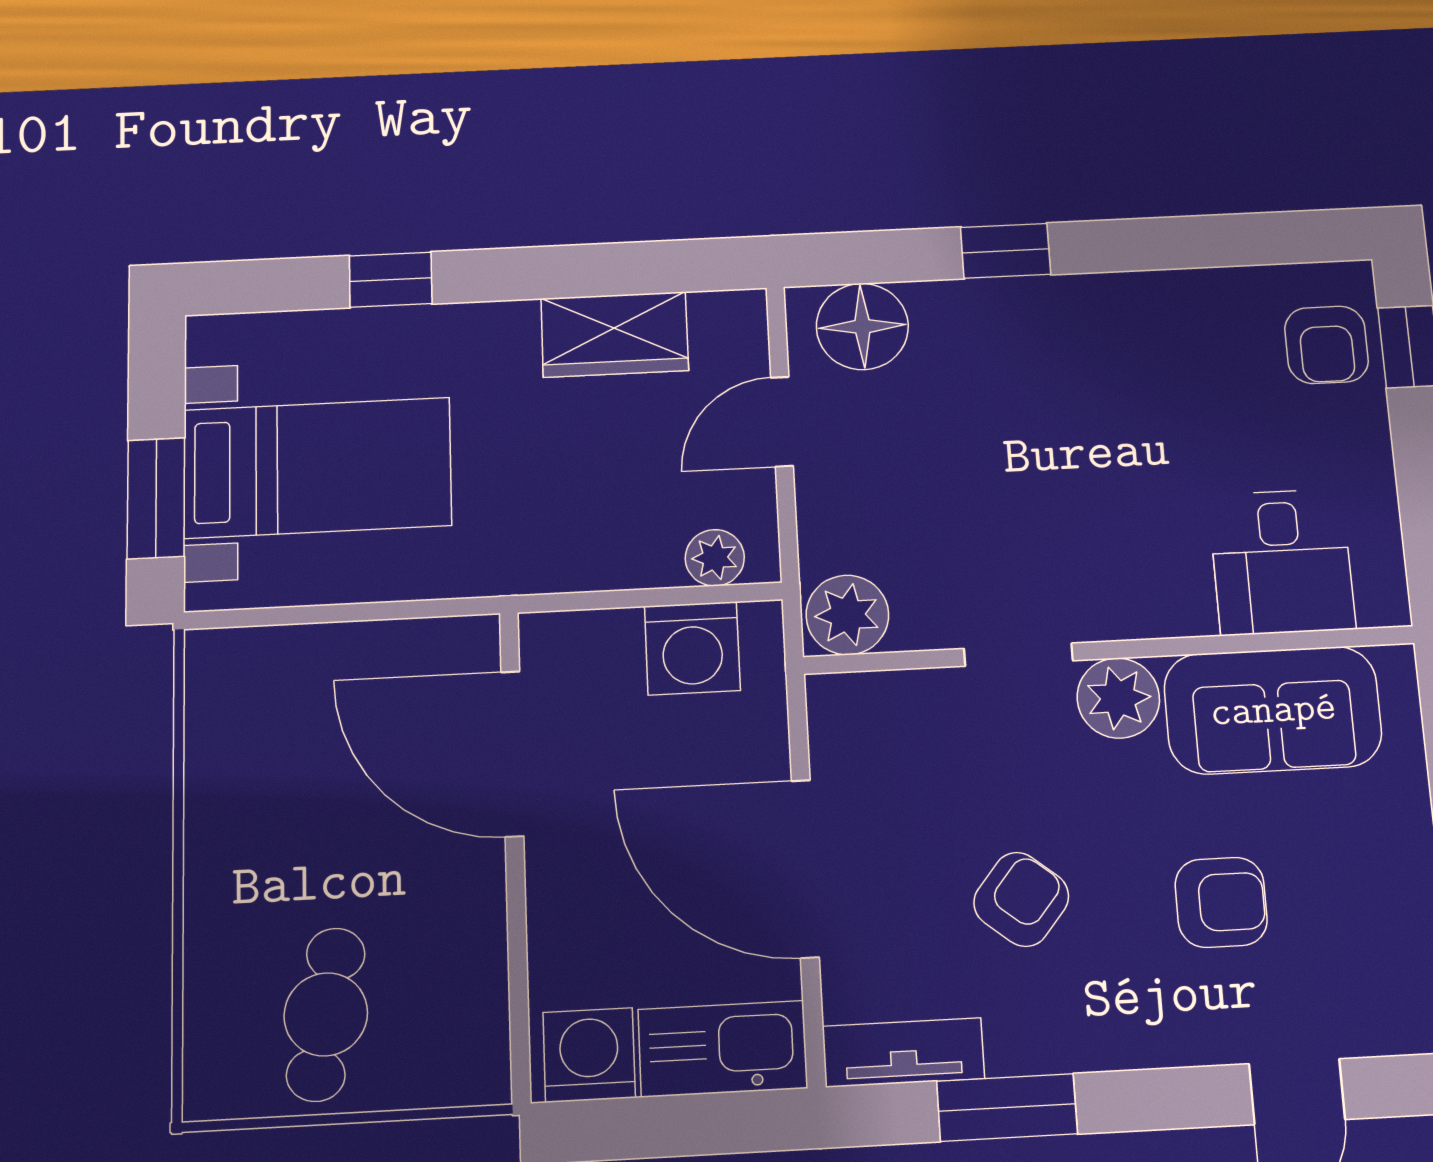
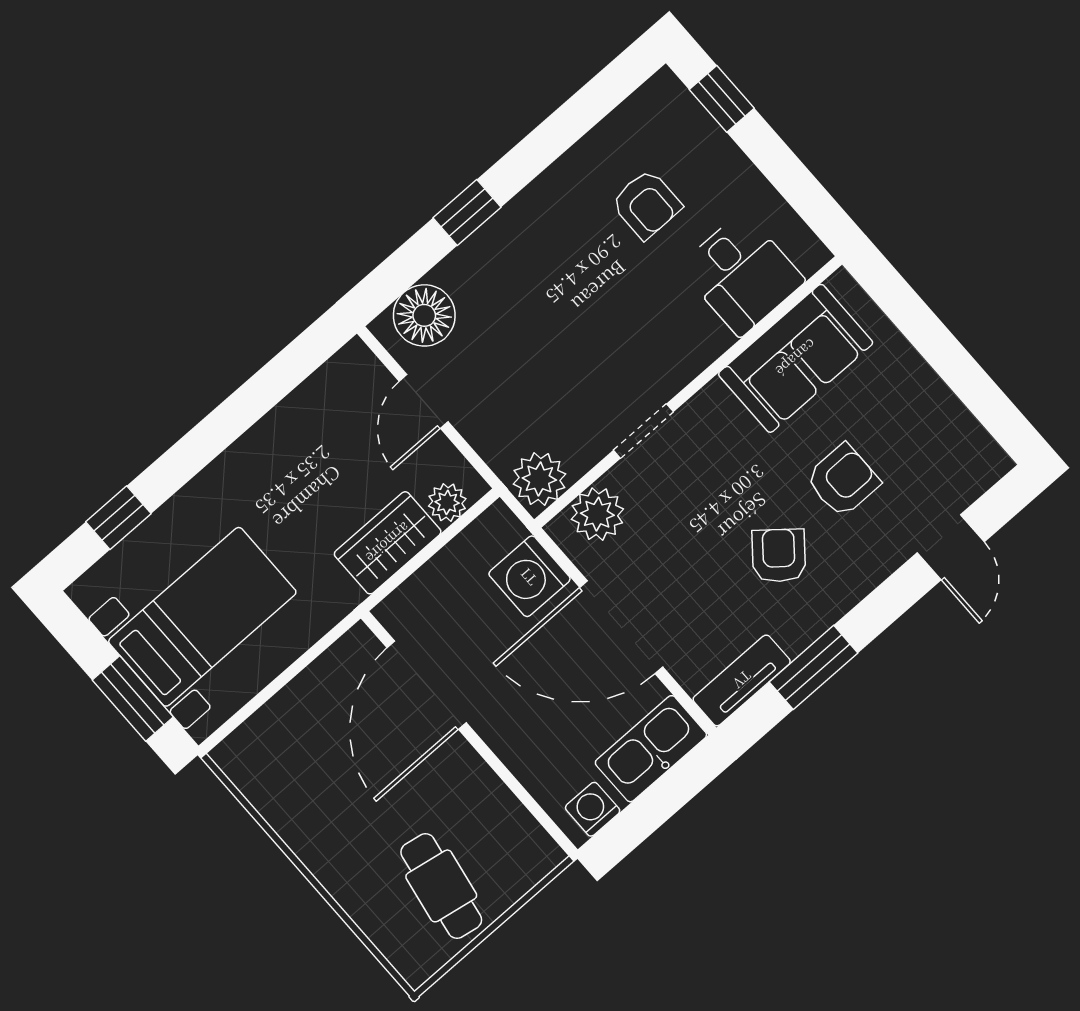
window: (391, 280) -> (118, 518), moved
wardrobe: (615, 334) -> (388, 543), moved, turned 180
armchair: (1326, 345) -> (646, 204), moved
washing machine: (692, 648) -> (530, 576), moved, turned 90
plant: (1118, 698) -> (597, 514), moved
door: (512, 754) -> (427, 685), hinge flipped
armchair: (1021, 899) -> (779, 555), moved
washing machine: (589, 1055) -> (593, 809), width x0.73, depth x0.73

